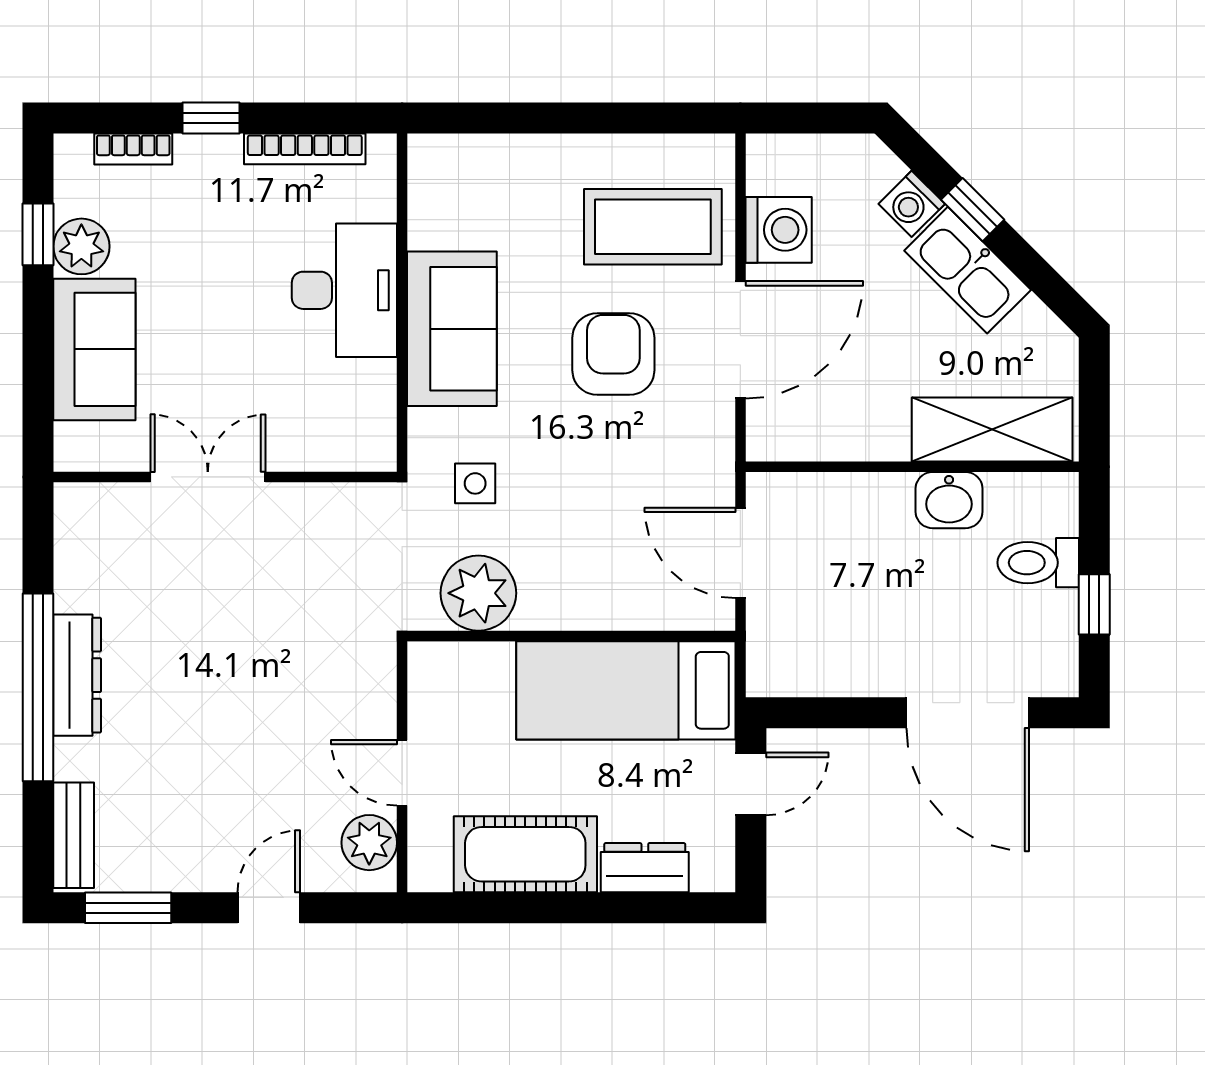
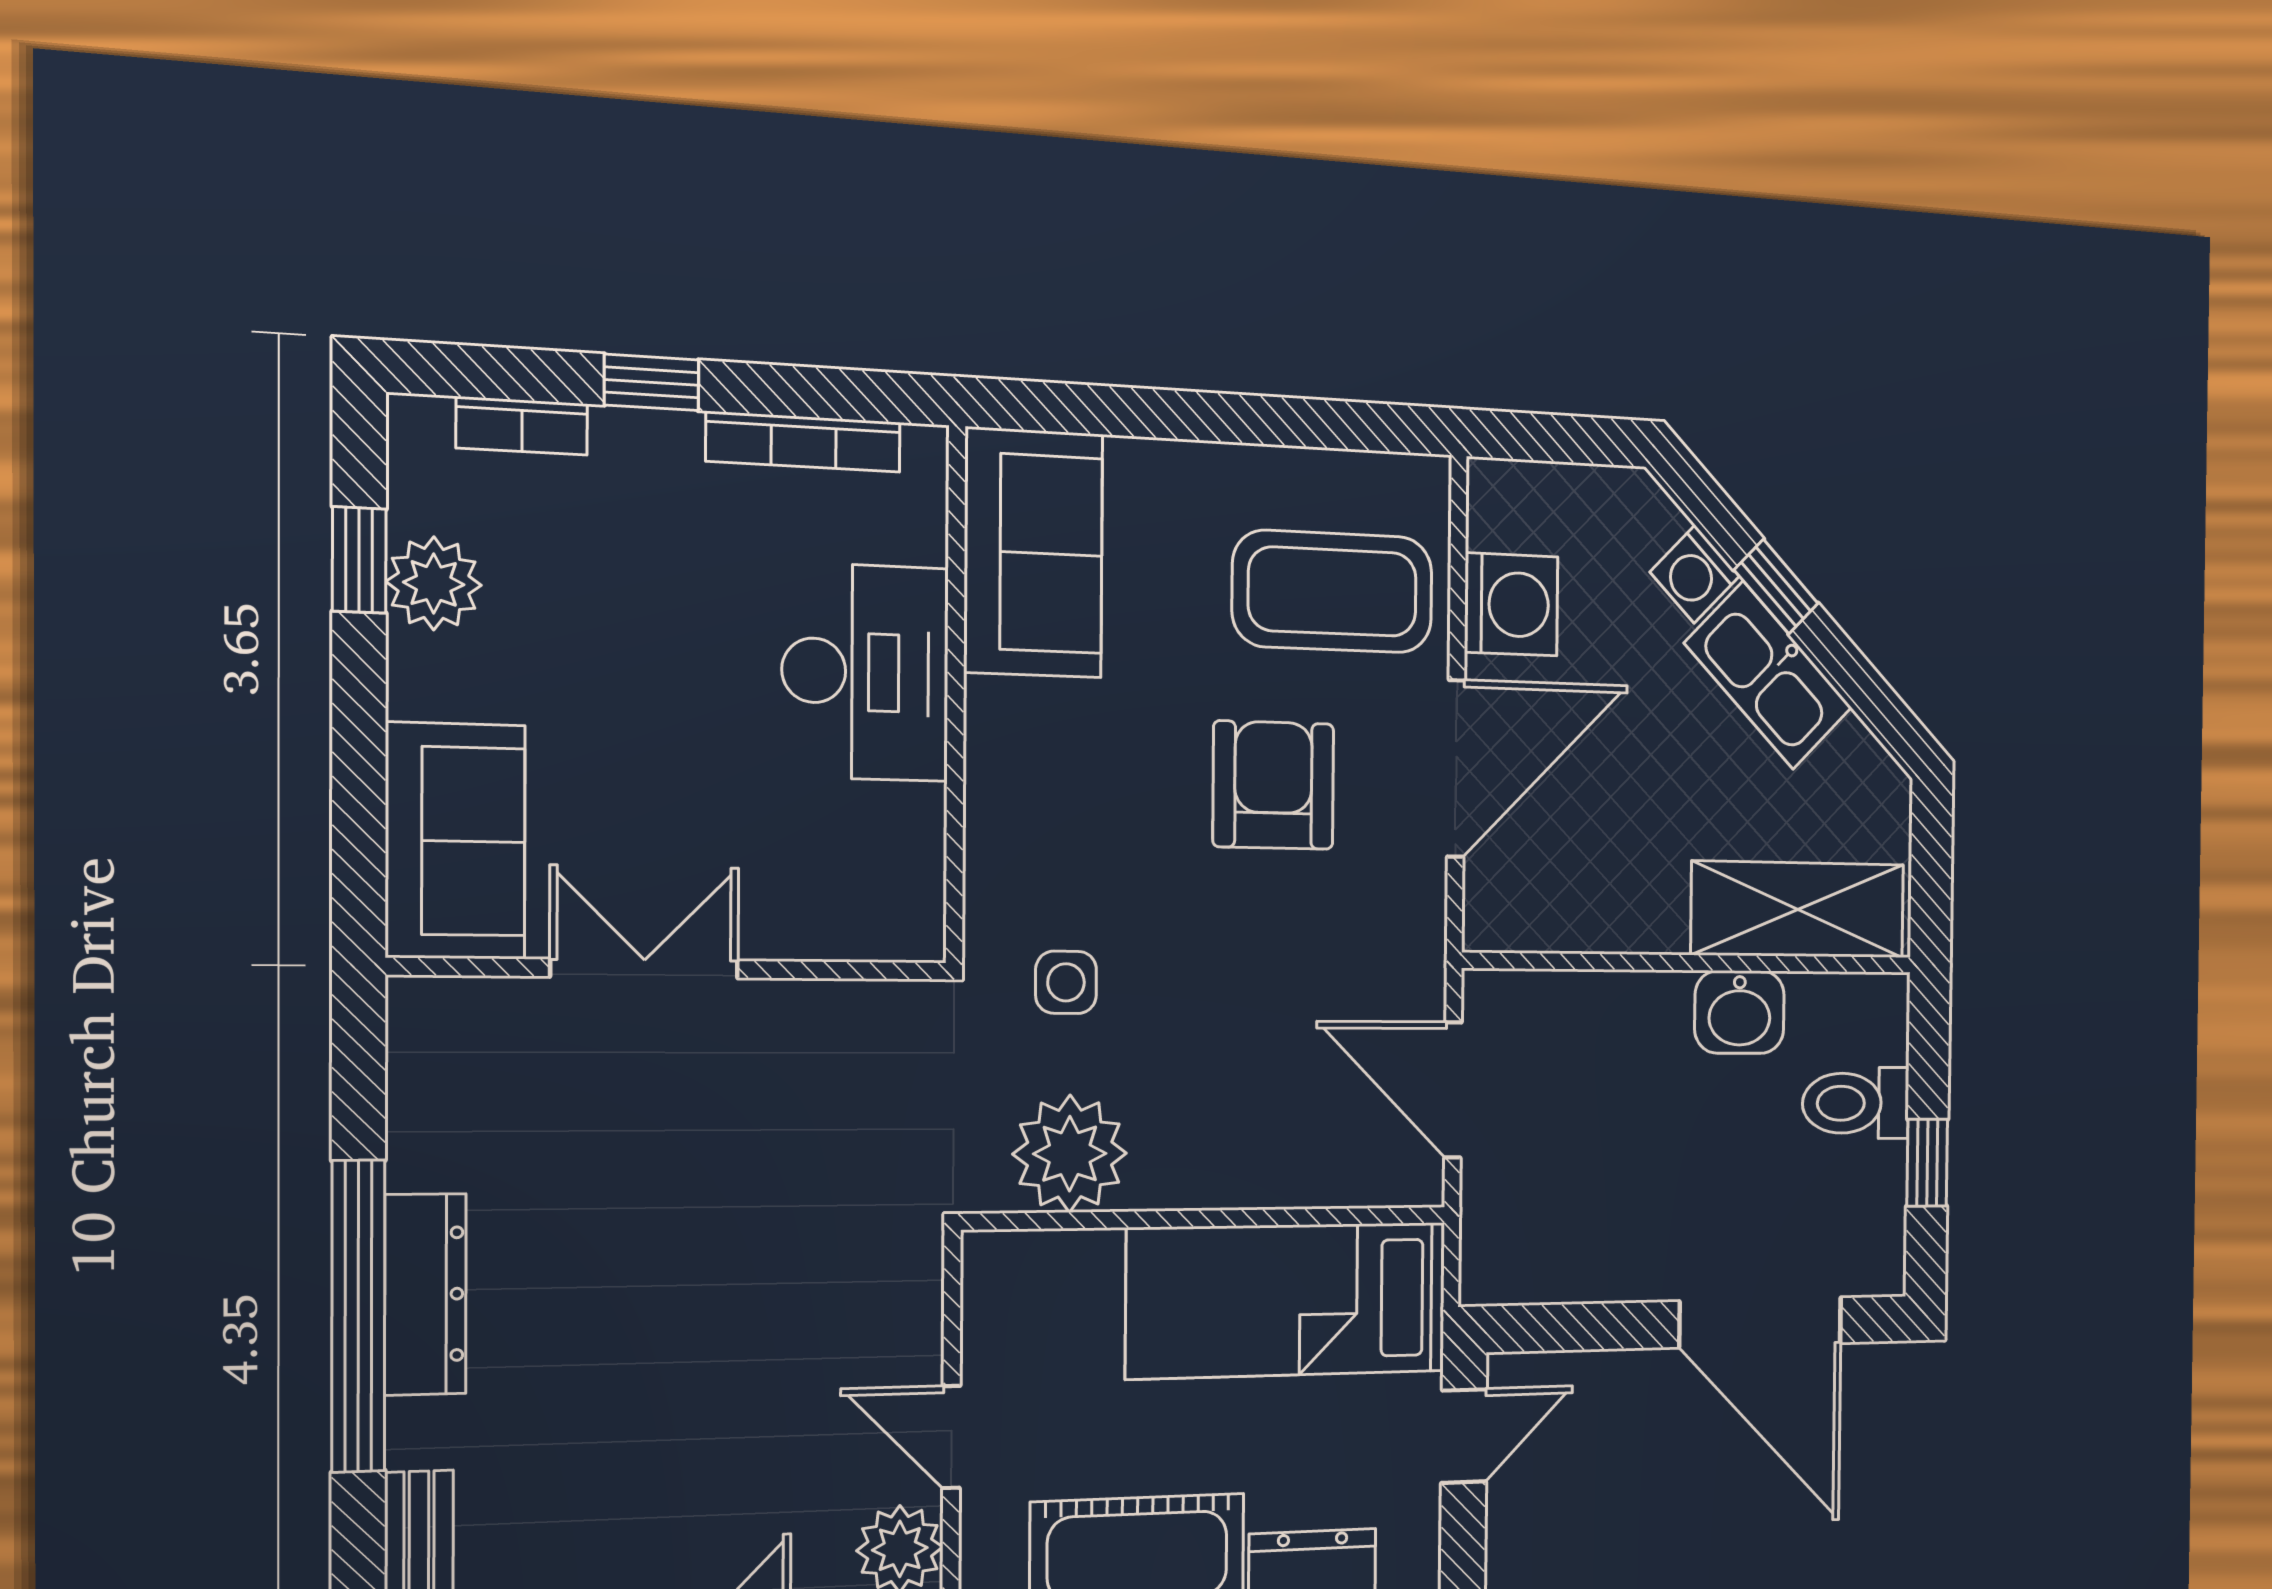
sofa: (452, 329) -> (1033, 553), moved
sofa: (94, 349) -> (455, 841), moved

